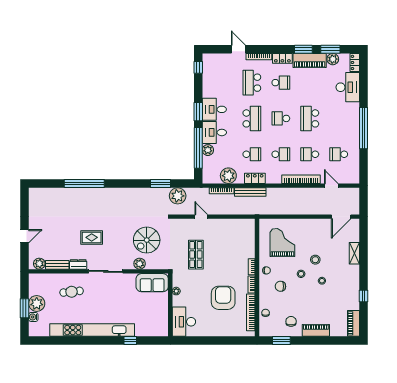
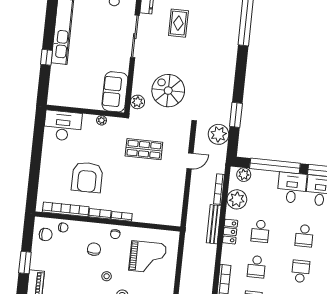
school desk: (252, 118) -> (304, 236), width x0.54
plant: (208, 150) -> (244, 175), moved
plant: (140, 264) -> (138, 102), moved
armchair: (223, 298) -> (87, 177), turned 90
chair: (291, 321) -> (46, 234), moved
window: (281, 341) -> (25, 262), moved

